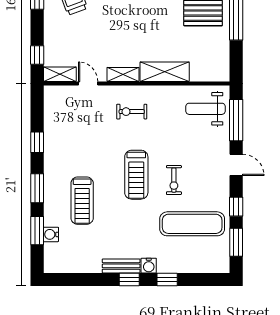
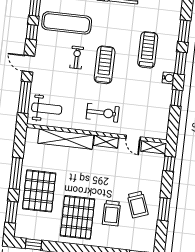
shelving: (165, 72) -> (66, 139), width x1.47
exercise bike: (132, 112) -> (103, 113), width x1.38, depth x1.39
water cooler: (51, 234) -> (168, 78), moved

